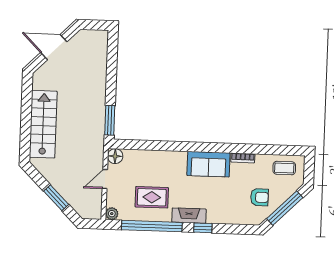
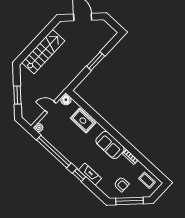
window: (110, 120) -> (96, 61), moved
rug: (152, 197) -> (83, 121), moved
fireplace: (189, 216) -> (90, 174), moved

